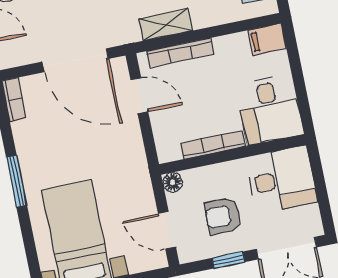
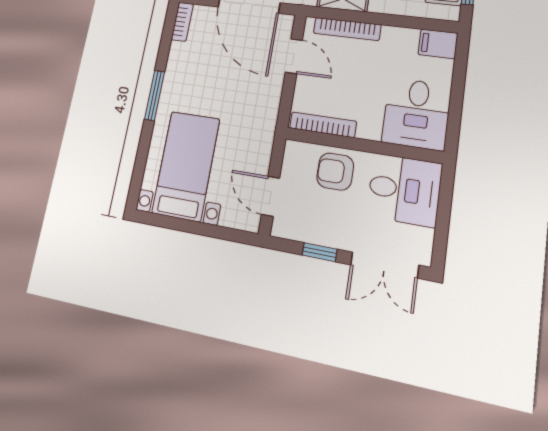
bookcase: (213, 145) -> (323, 125), moved
floor lamp: (172, 182) -> (294, 150), removed
armchair: (223, 216) -> (335, 172), moved

